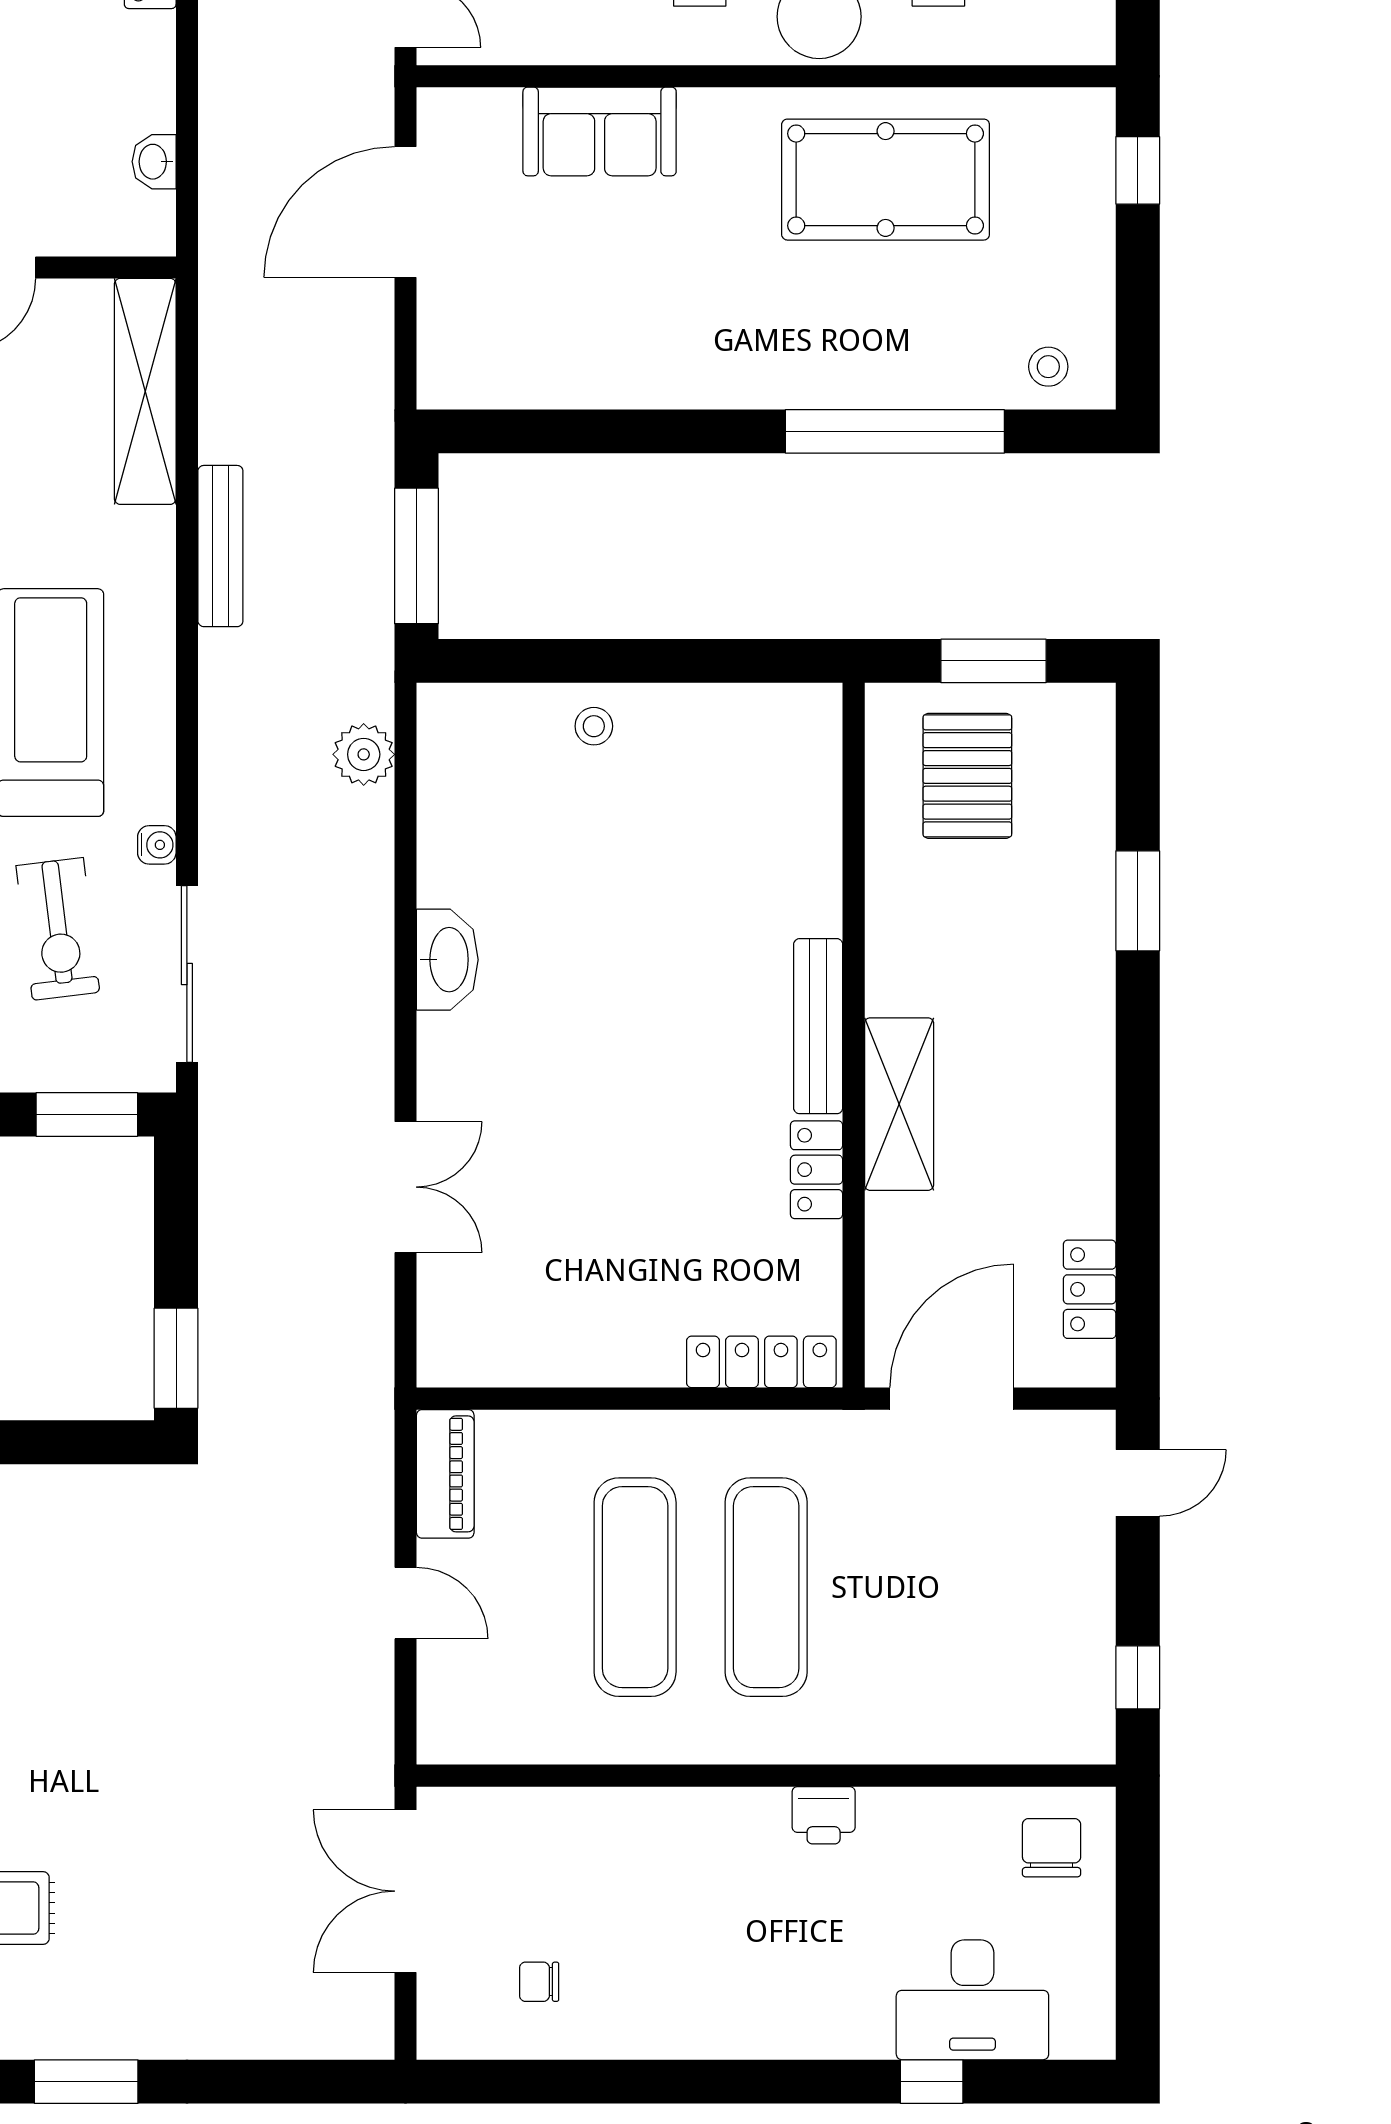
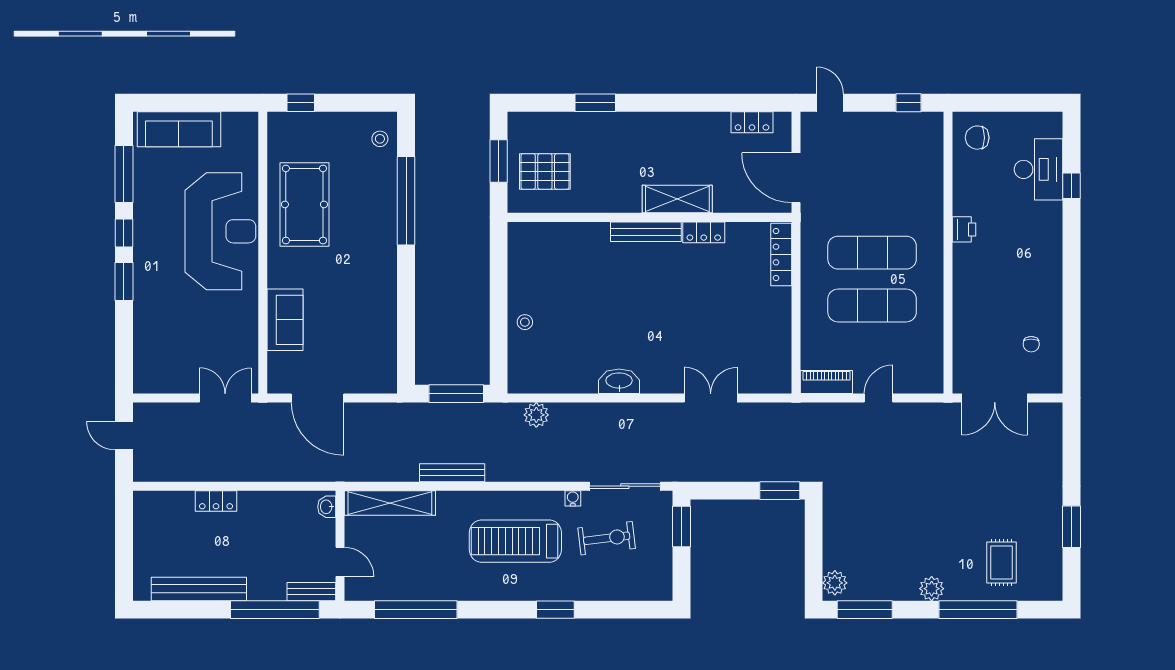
washbasin: (154, 162) -> (327, 507), moved, turned 90

